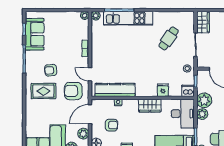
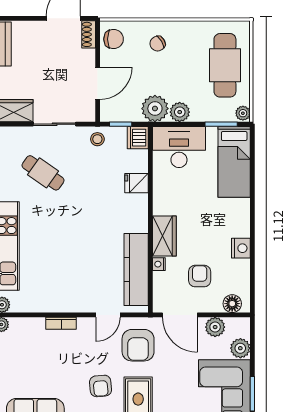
wardrobe: (150, 106) -> (164, 236), moved

